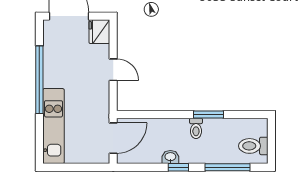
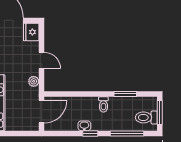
plant: (103, 98) -> (34, 81), added
window: (208, 115) -> (125, 94), moved
window: (271, 139) -> (160, 112), added

